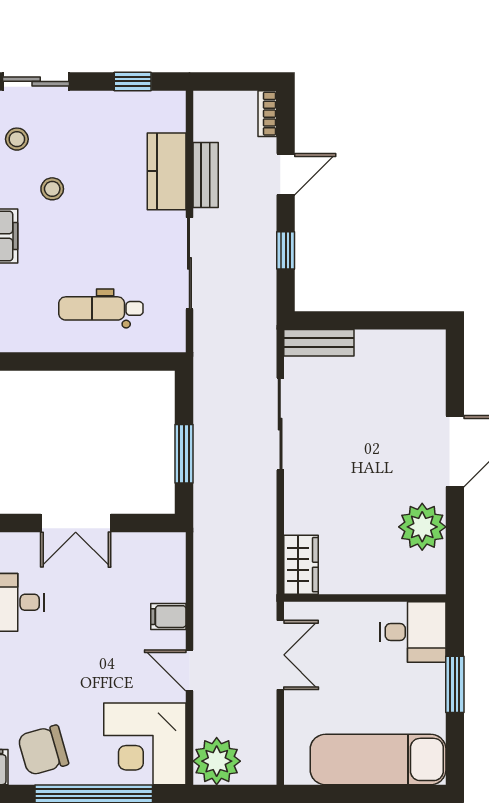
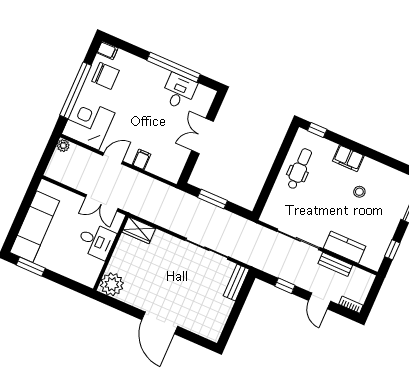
stool: (17, 139) -> (389, 186), removed
dental chair: (101, 308) -> (299, 169), moved
plant: (422, 527) -> (112, 284), moved
desk: (413, 632) -> (96, 241), moved, turned -90
window: (455, 684) -> (31, 267), moved
chair: (43, 750) -> (106, 76), turned 106
plant: (217, 761) -> (63, 146), width x0.53, depth x0.53

